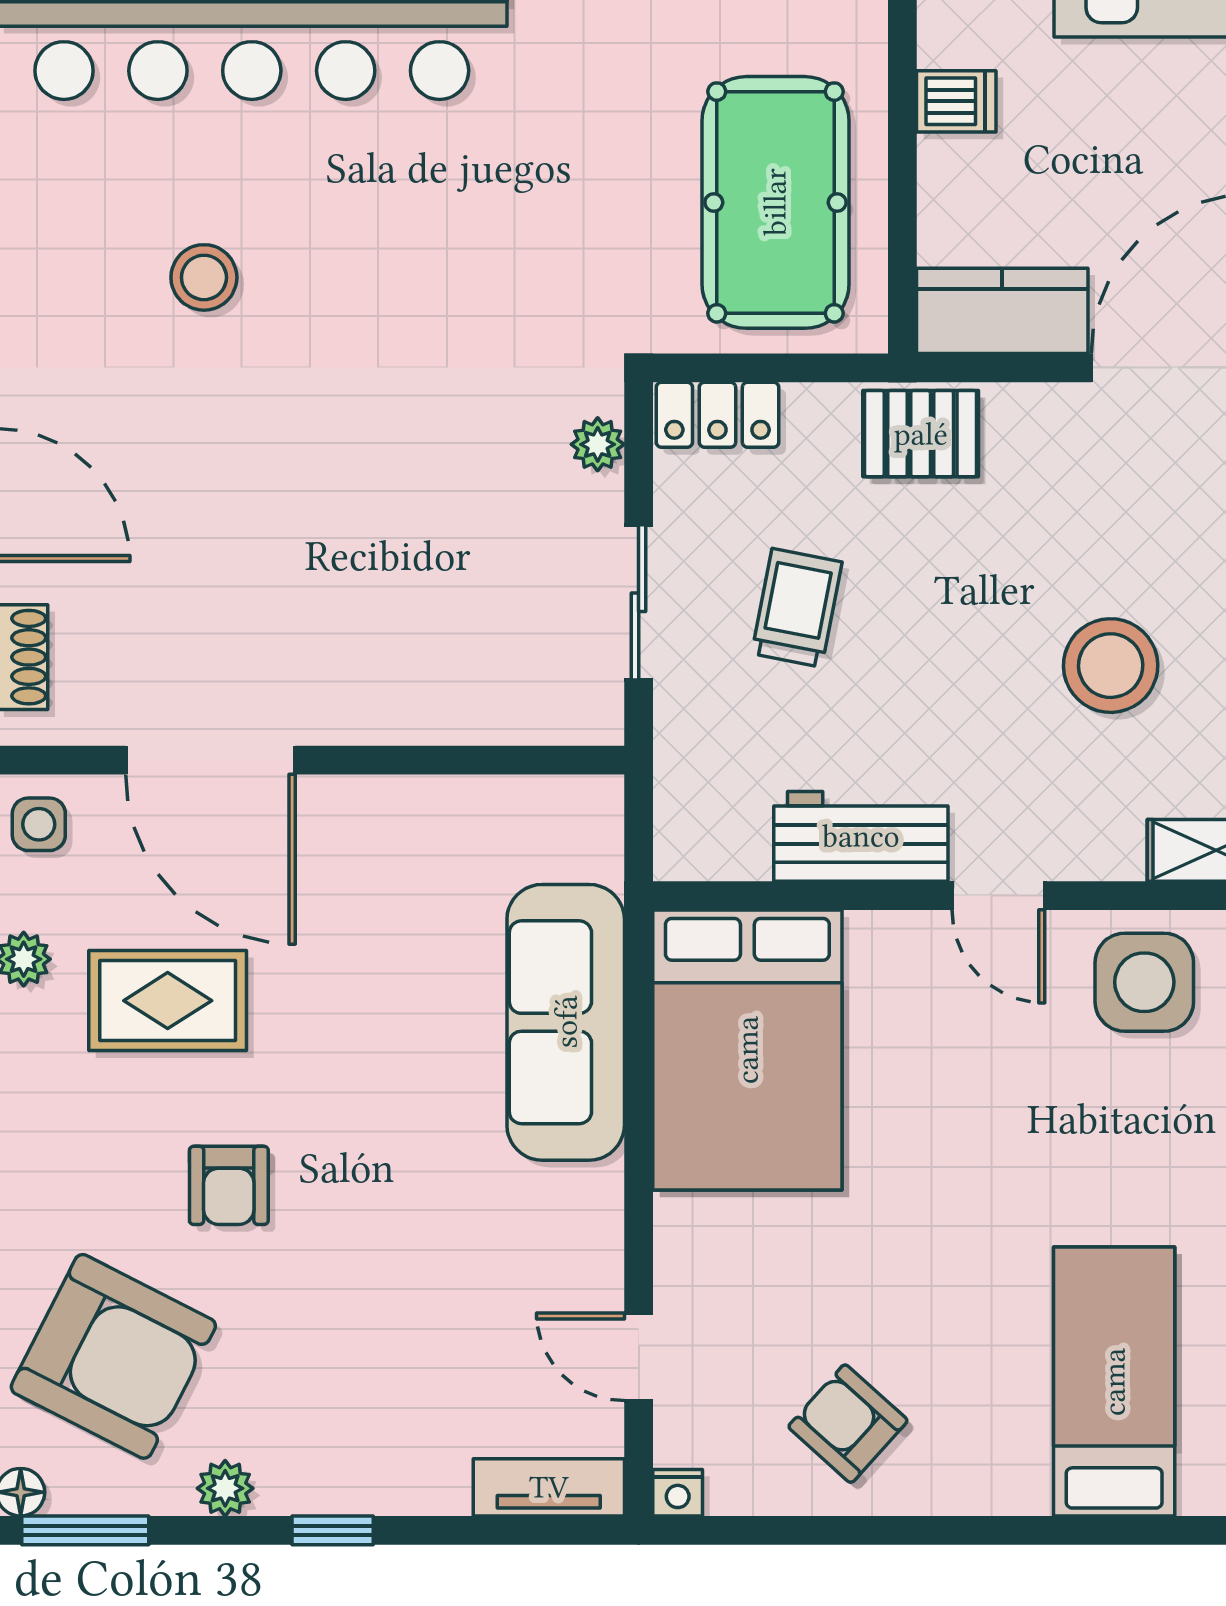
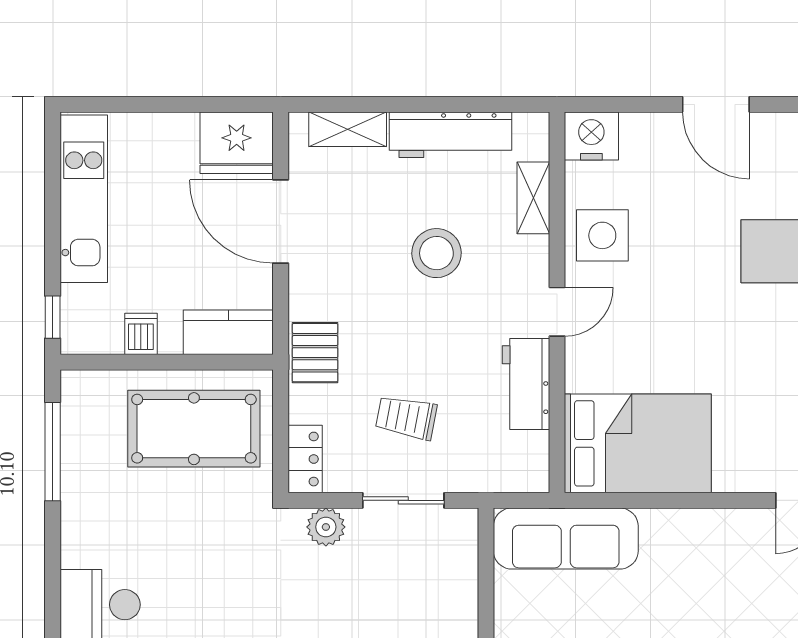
kitchen counter: (1002, 311) -> (228, 332), moved, turned 90
plant: (598, 444) -> (326, 527), width x1.38, depth x1.38
sofa: (566, 1022) -> (566, 539), moved

